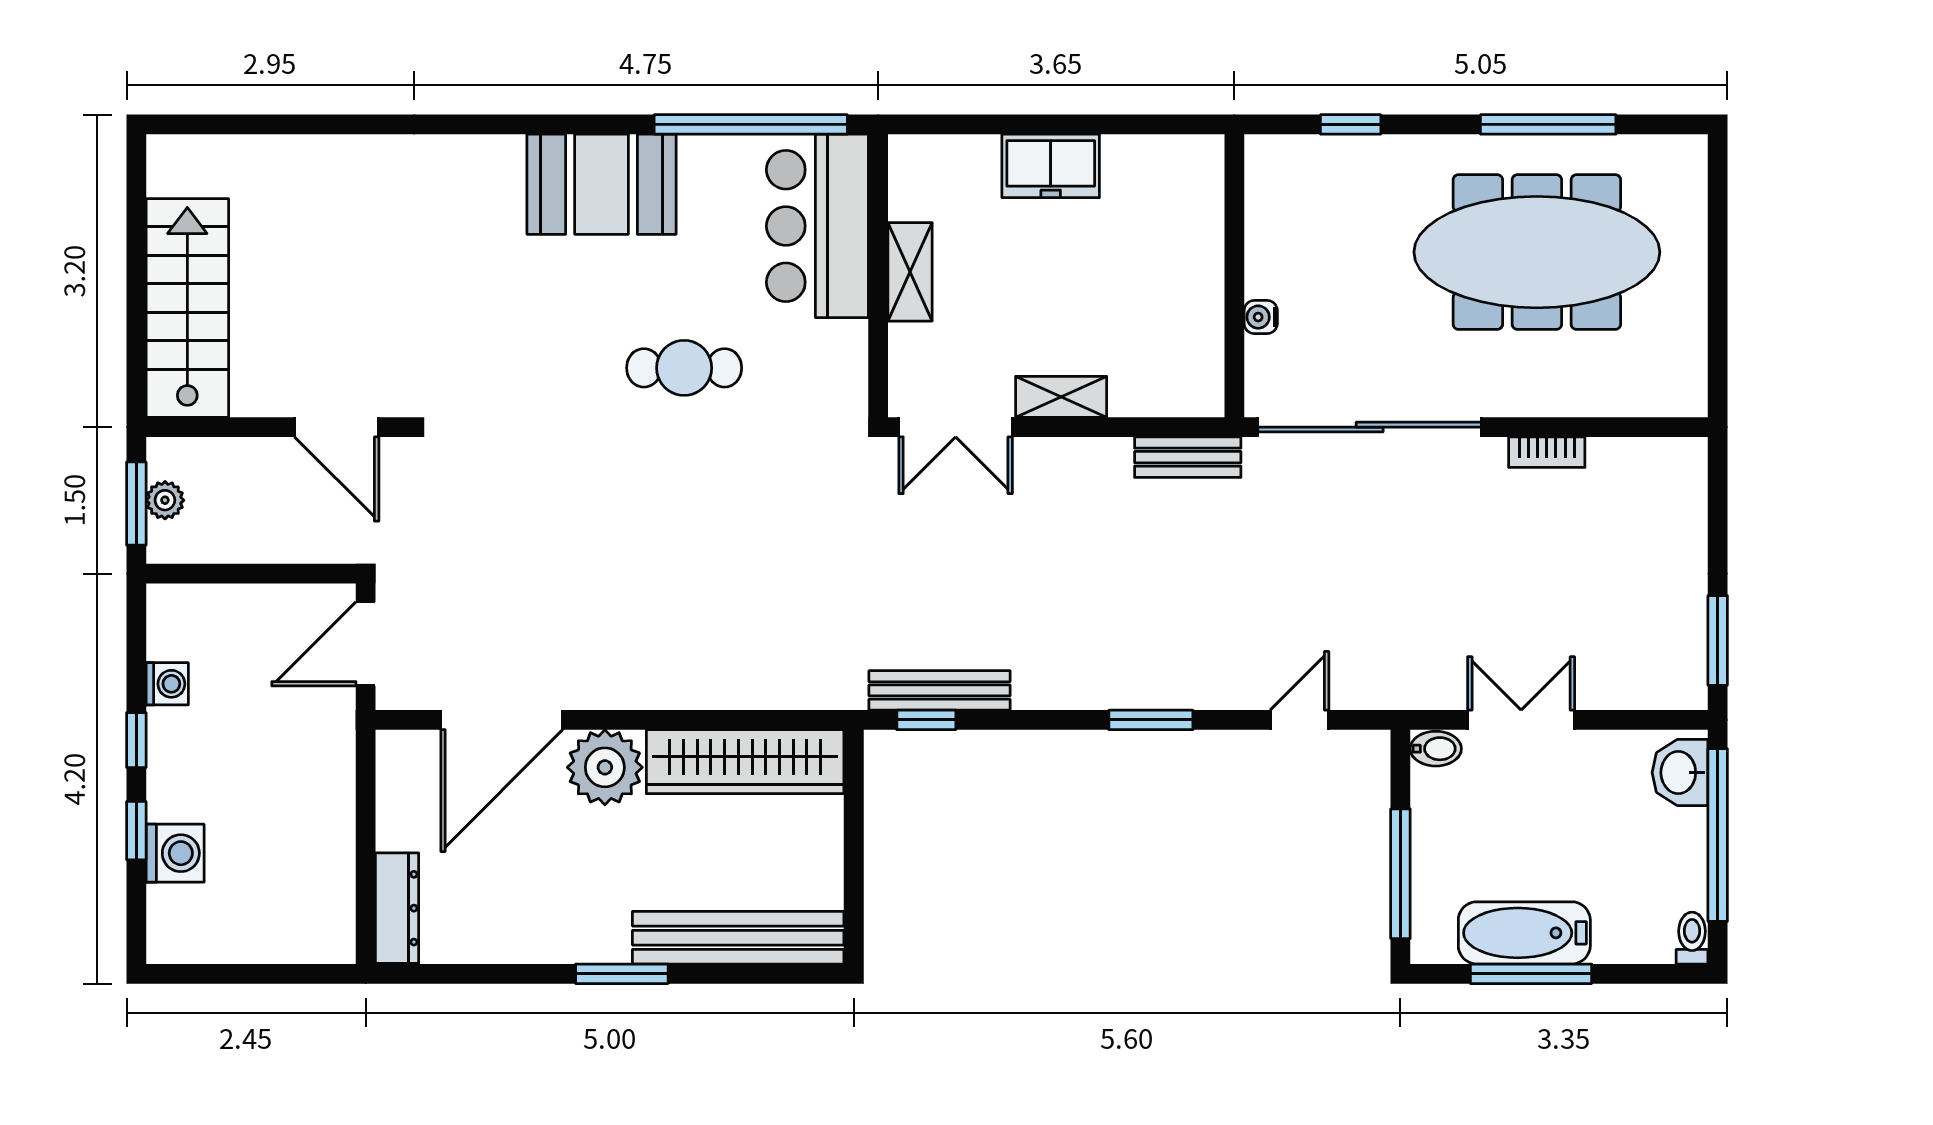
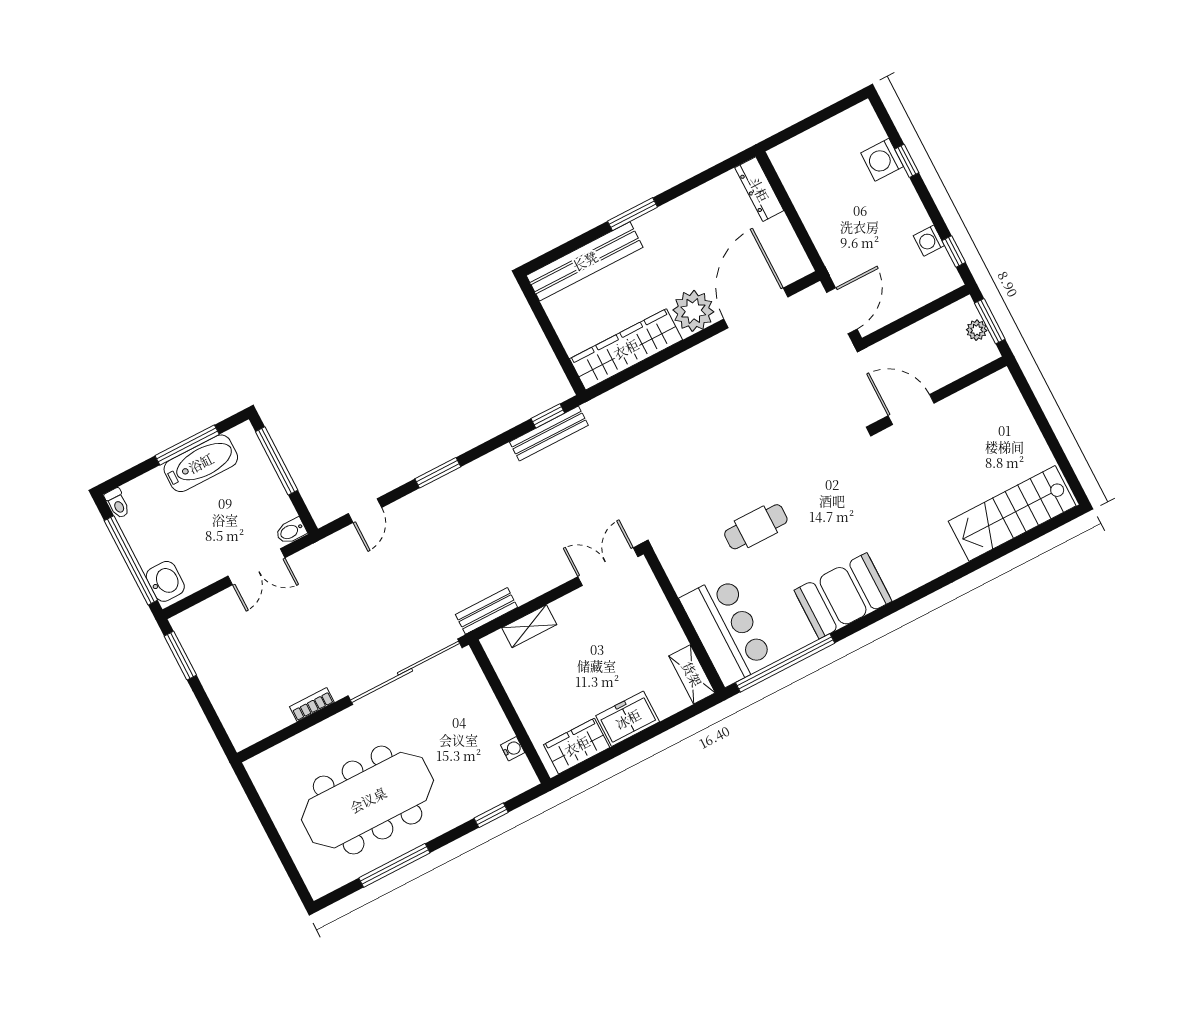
wardrobe: (1156, 164) -> (577, 746), added
shelving: (910, 272) -> (692, 674), moved
stairs: (187, 308) -> (1012, 513), moved, turned 90
water cooler: (1261, 317) -> (513, 749), moved
shelving: (1061, 397) -> (529, 626), moved
window: (136, 740) -> (954, 252), moved

